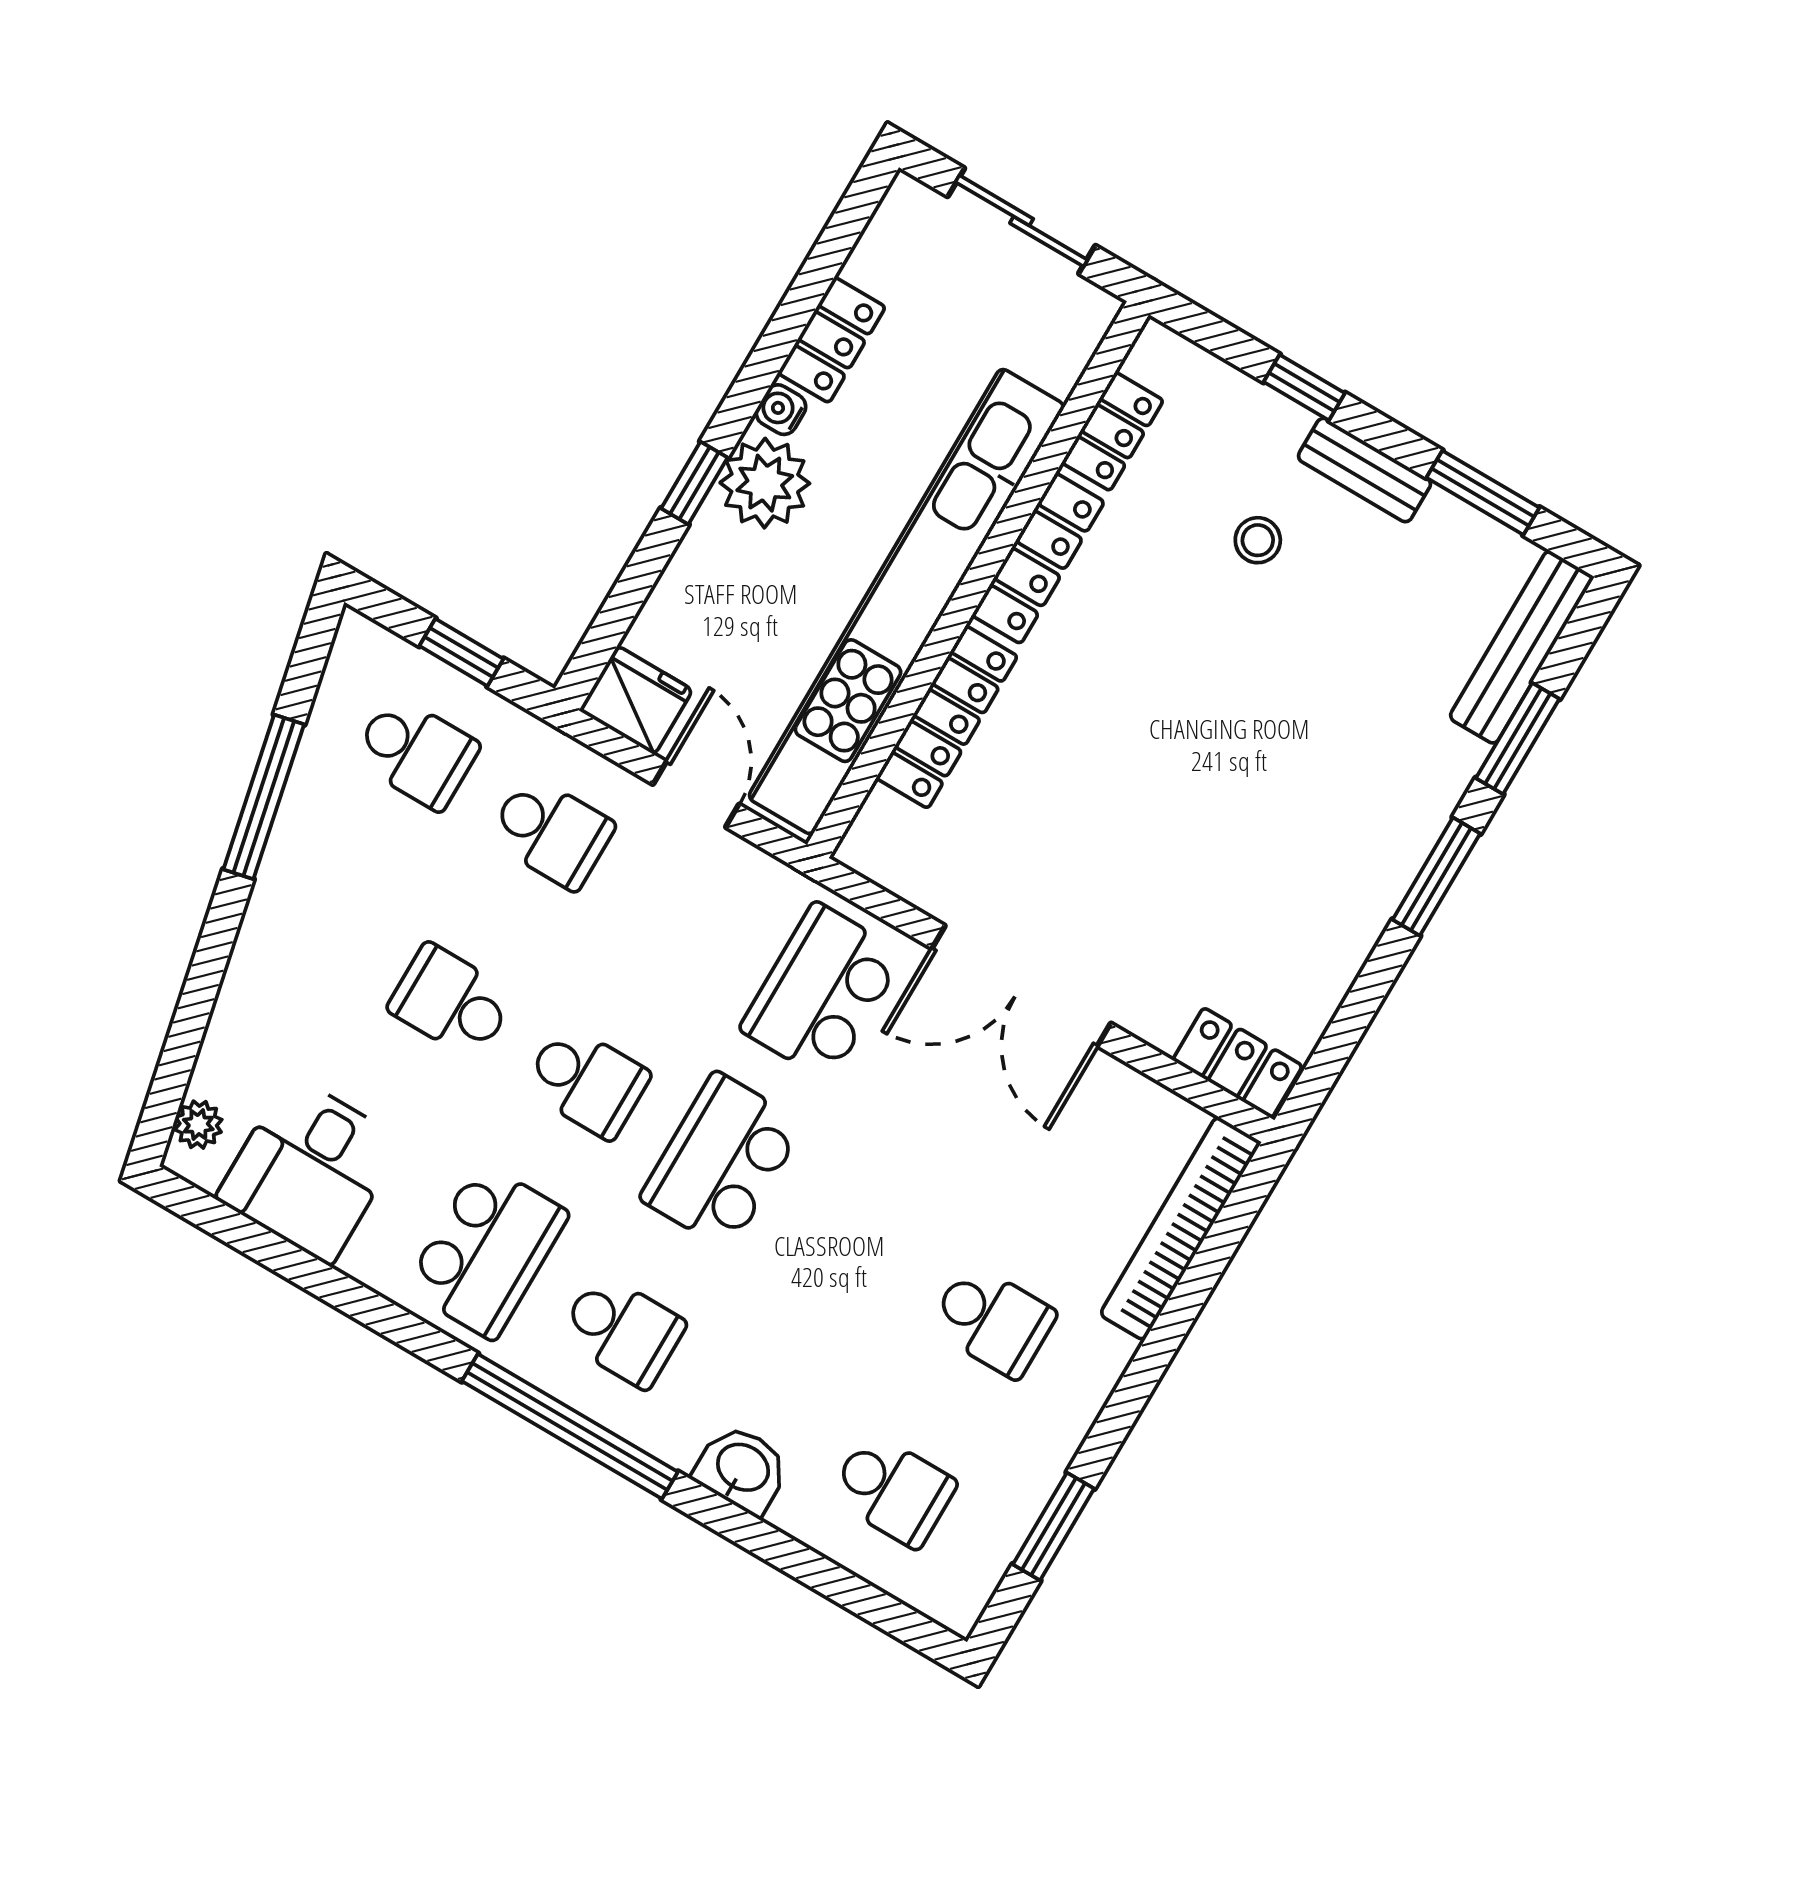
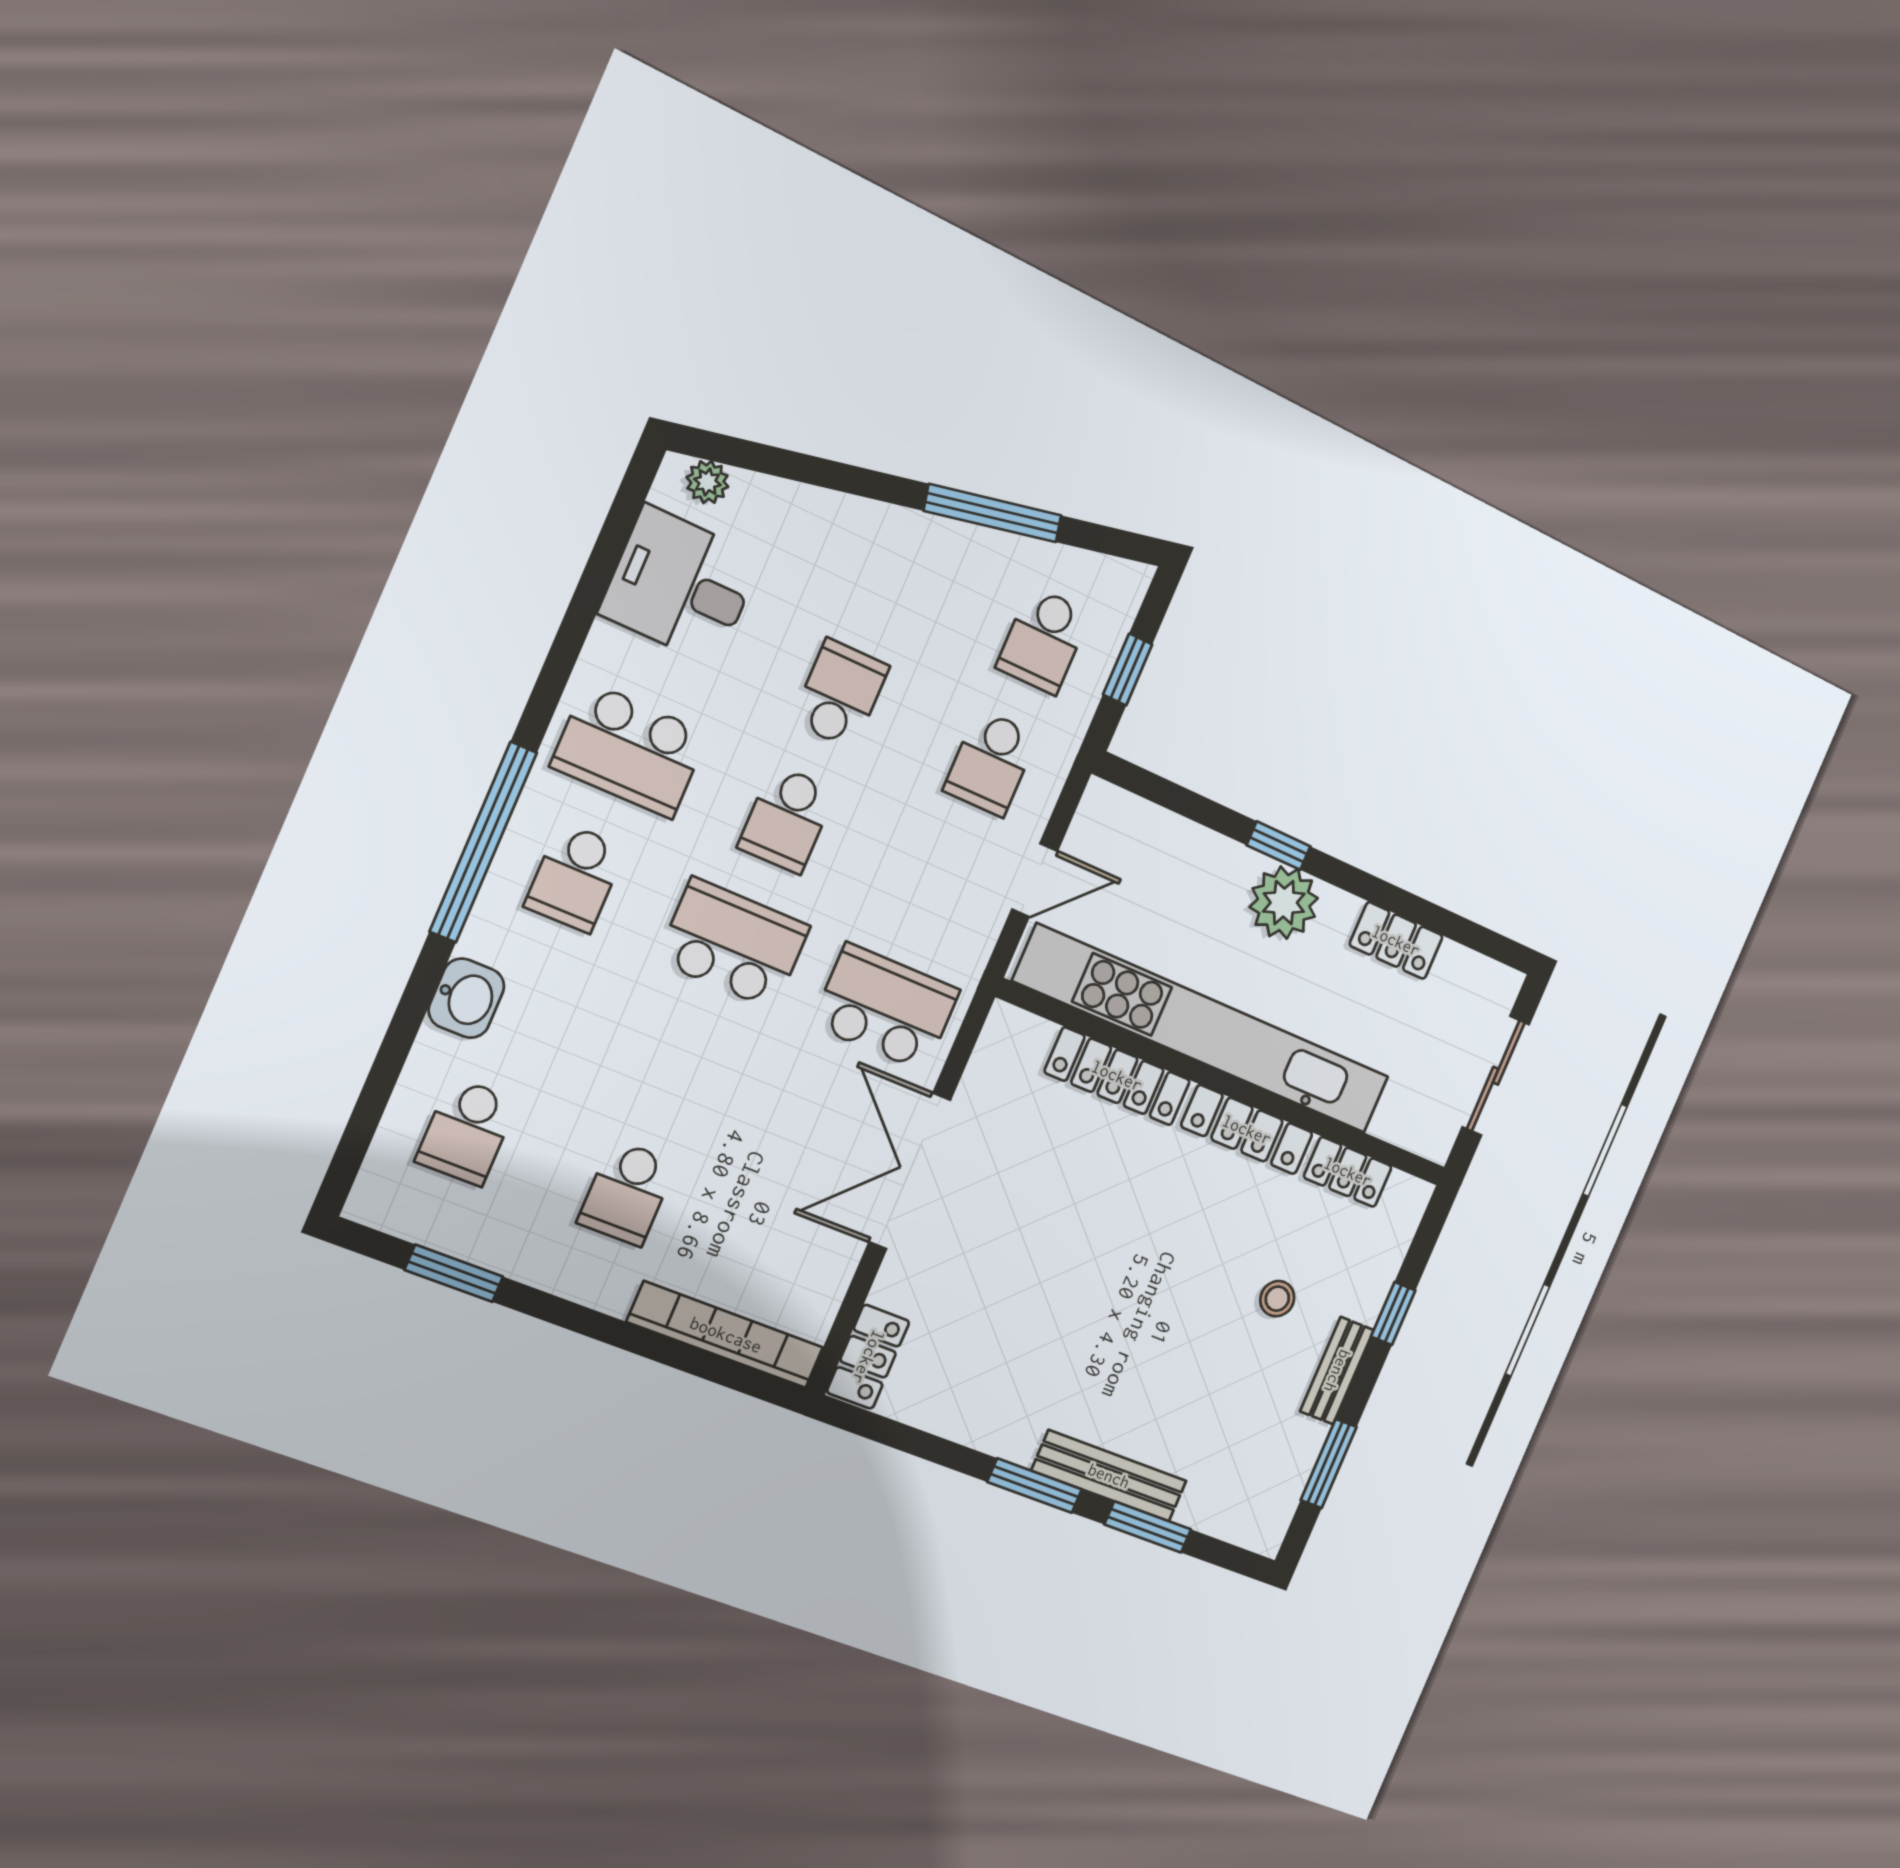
water cooler: (781, 410) -> (1341, 908), removed
bench: (1521, 647) -> (1109, 1476), moved
fridge: (636, 700) -> (1104, 820), removed

